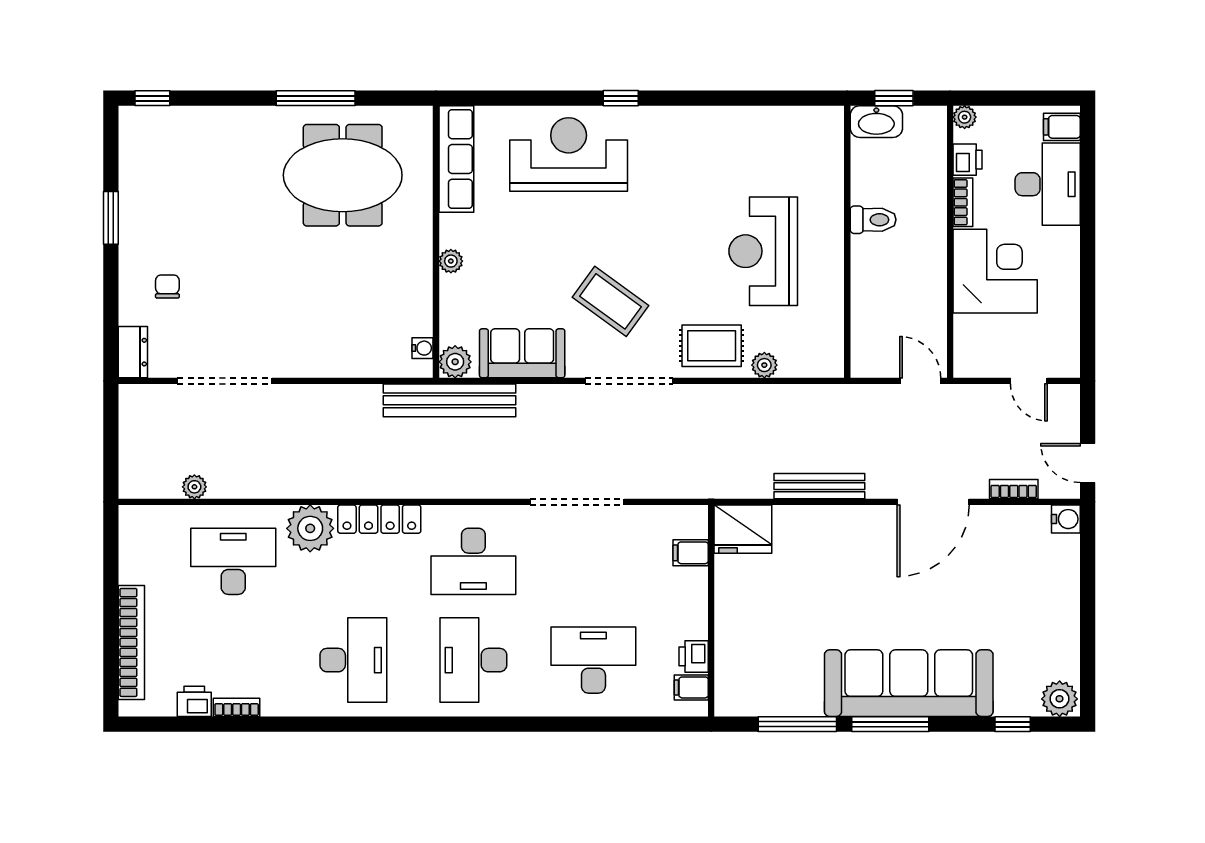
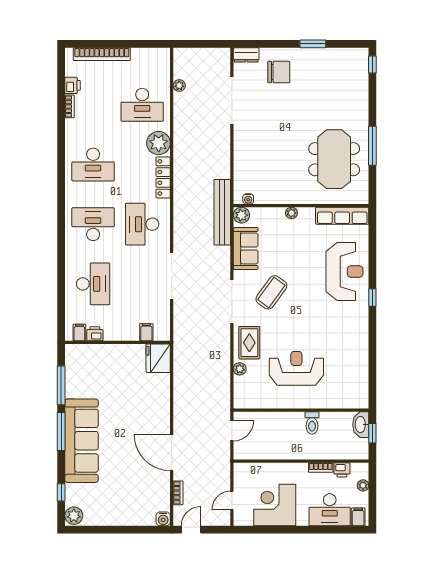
plant: (965, 117) -> (363, 485), moved
corner desk: (995, 271) -> (275, 505), moved, turned 180
chair: (167, 286) -> (279, 72), width x1.87, depth x1.87
door: (920, 381) -> (232, 431), moved
bench: (819, 486) -> (180, 396), removed
desk: (233, 561) -> (142, 105), turned 90

